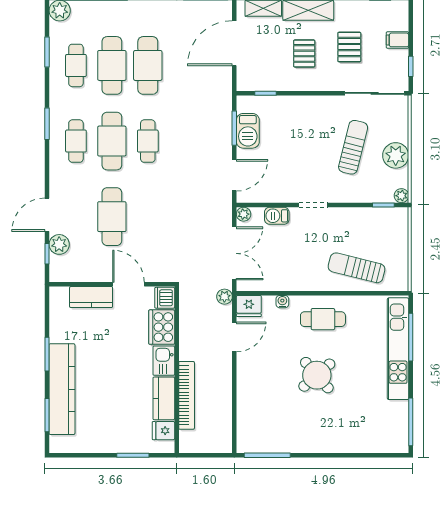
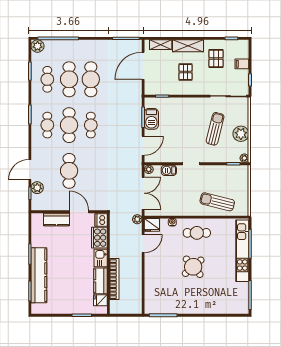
pallet: (349, 47) -> (216, 58), moved

